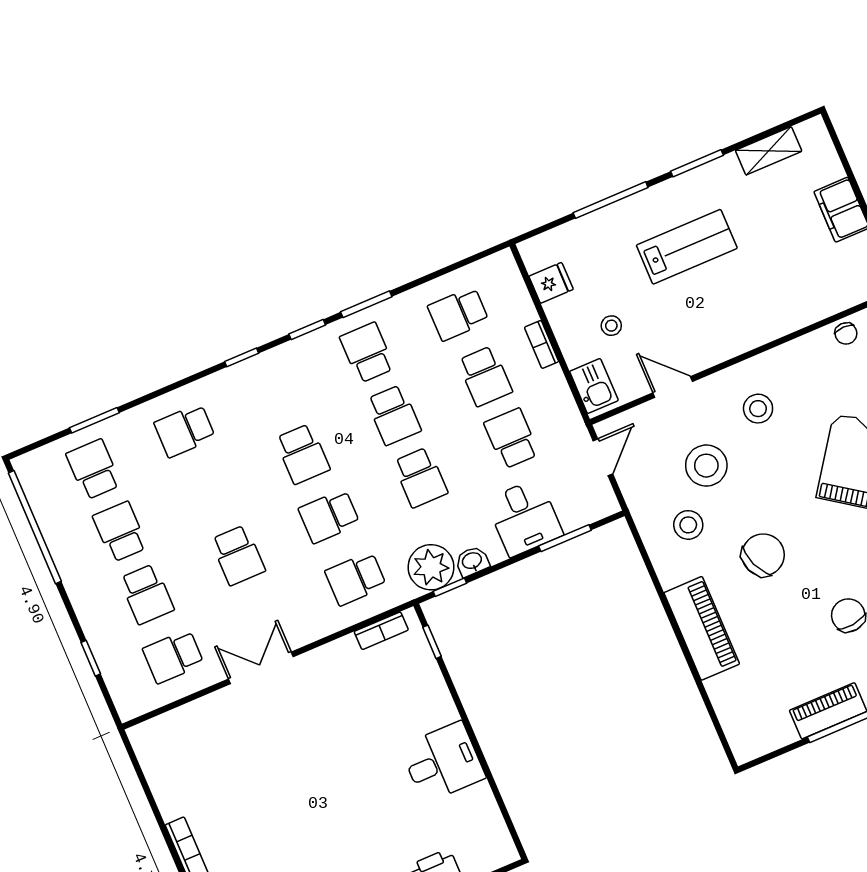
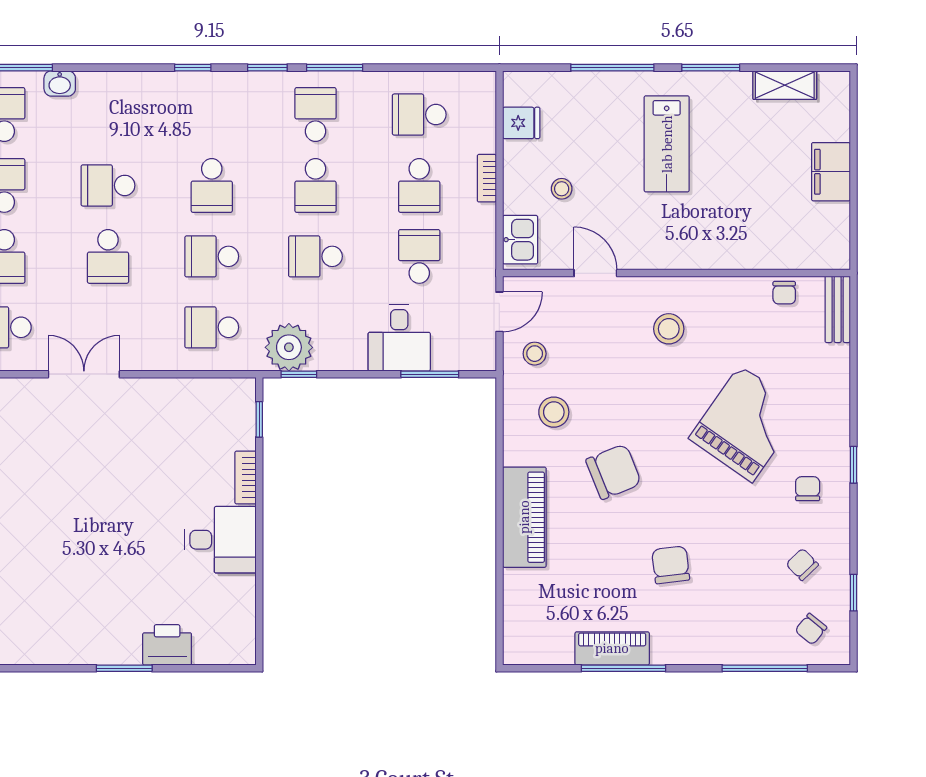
lab bench: (687, 247) -> (667, 144), turned 90
school desk: (185, 430) -> (108, 185), moved
stool: (706, 466) -> (535, 354), moved, width x0.53, depth x0.53
school desk: (420, 477) -> (315, 256), turned 90
washbasin: (472, 561) -> (60, 83), moved, turned 180
bookcase: (381, 631) -> (245, 478), moved, turned 90

